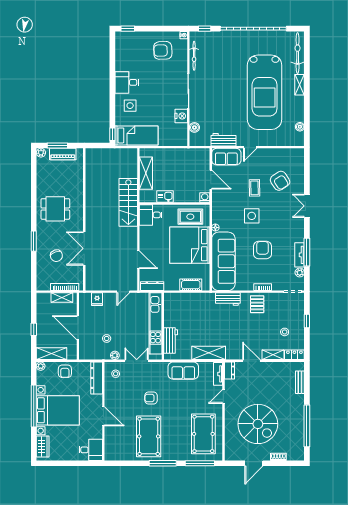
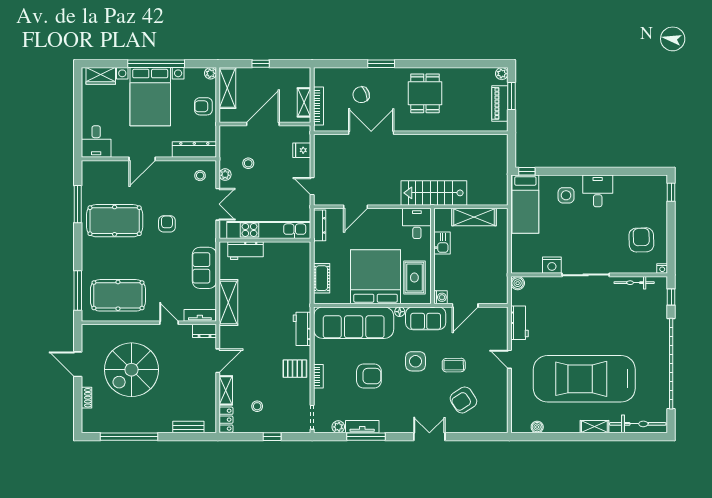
boiler: (194, 127) -> (518, 283), moved
sofa: (226, 157) -> (426, 318), moved, turned -90
window: (163, 463) -> (78, 204), moved

